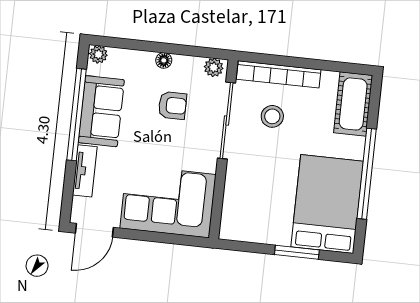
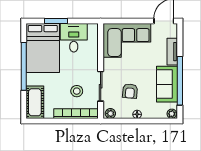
armchair: (172, 105) -> (130, 91), turned -85
sliding door: (226, 121) -> (101, 86), width x0.73
desk: (267, 217) -> (74, 38), added

